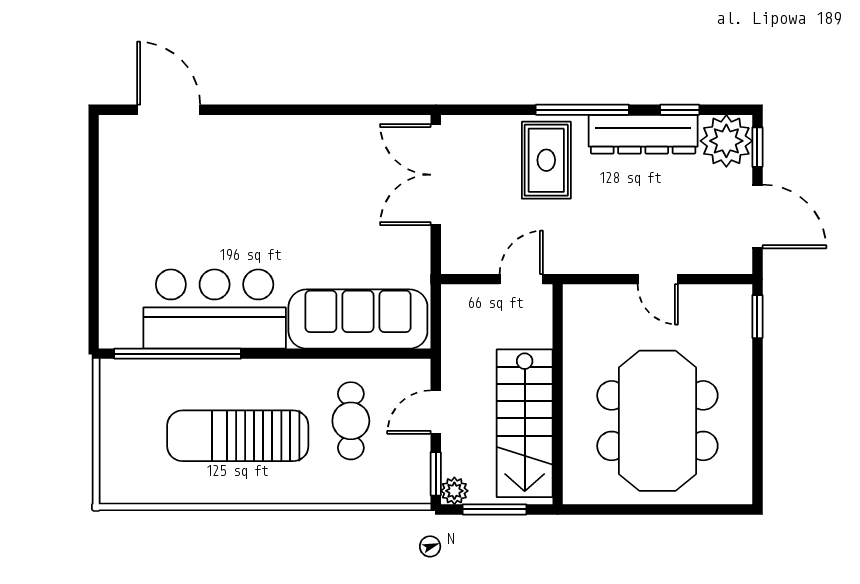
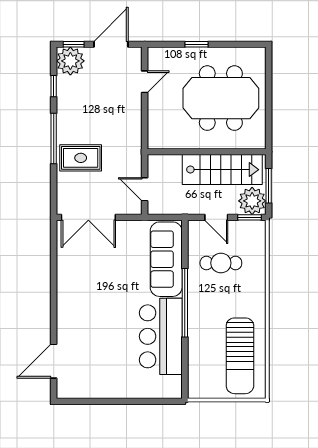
dresser: (643, 134) -> (67, 106), removed
door: (521, 279) -> (145, 189), moved
door: (658, 279) -> (145, 82), moved
window: (757, 317) -> (196, 44), moved
window: (178, 354) -> (185, 303), moved
sun lounger: (238, 436) -> (240, 356), moved
plant: (454, 491) -> (252, 201), width x1.88, depth x1.88

